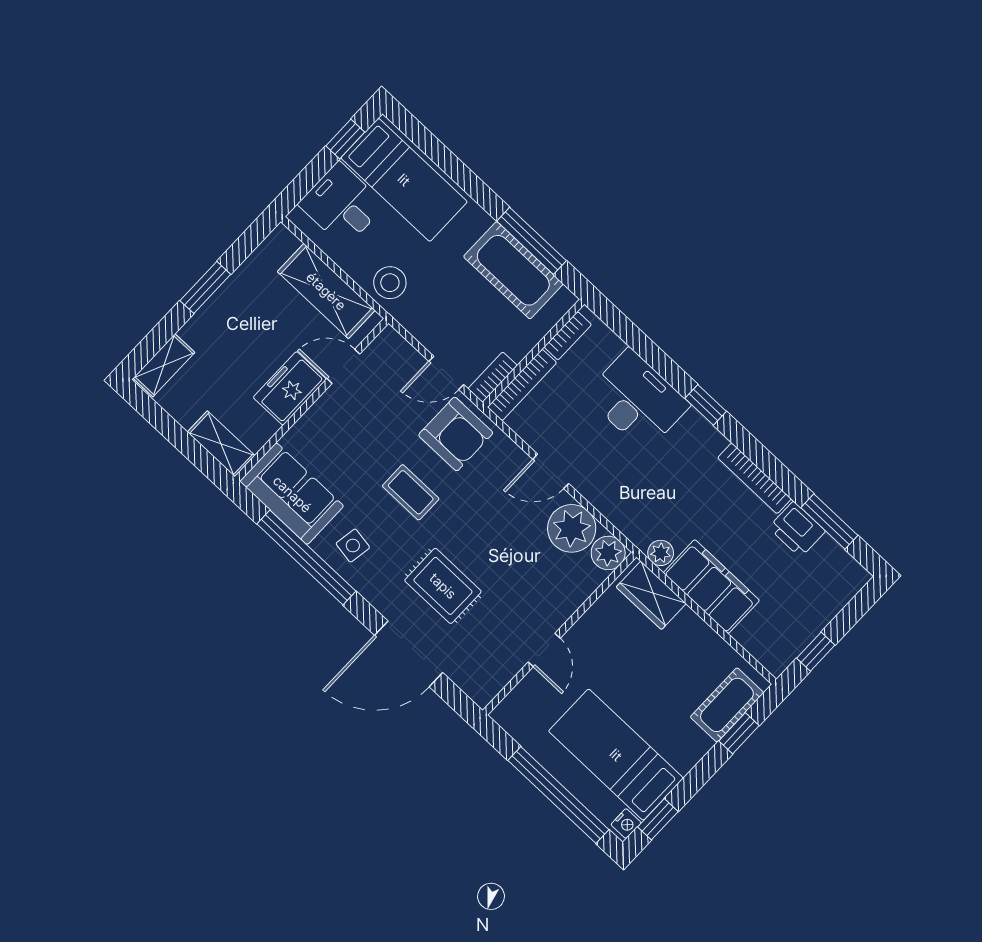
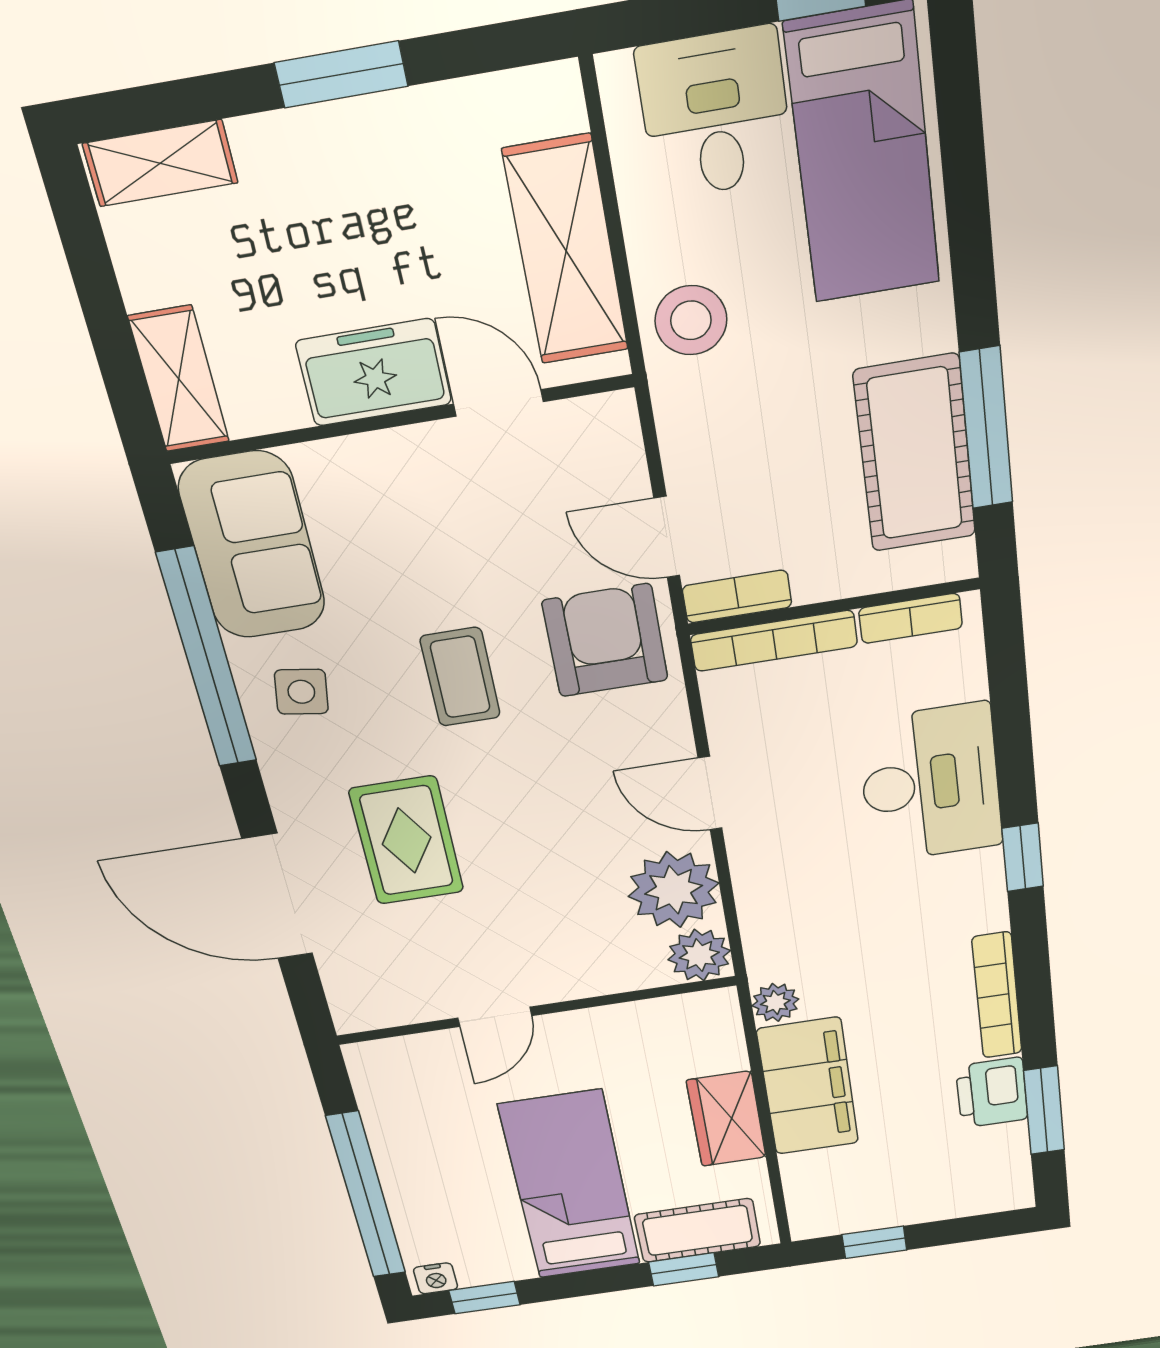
armchair: (456, 434) -> (605, 640), turned 180
wardrobe: (651, 595) -> (726, 1119), moved
bed: (616, 755) -> (570, 1186), moved

